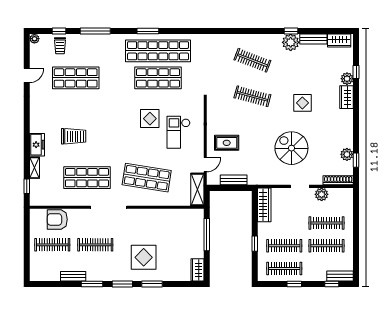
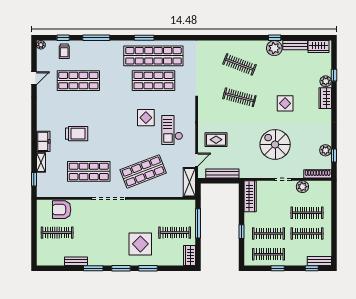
shop shelf: (147, 178) -> (143, 171), turned -30
bench: (234, 180) -> (222, 174), width x1.36
clothes rail: (95, 245) -> (175, 233), moved

